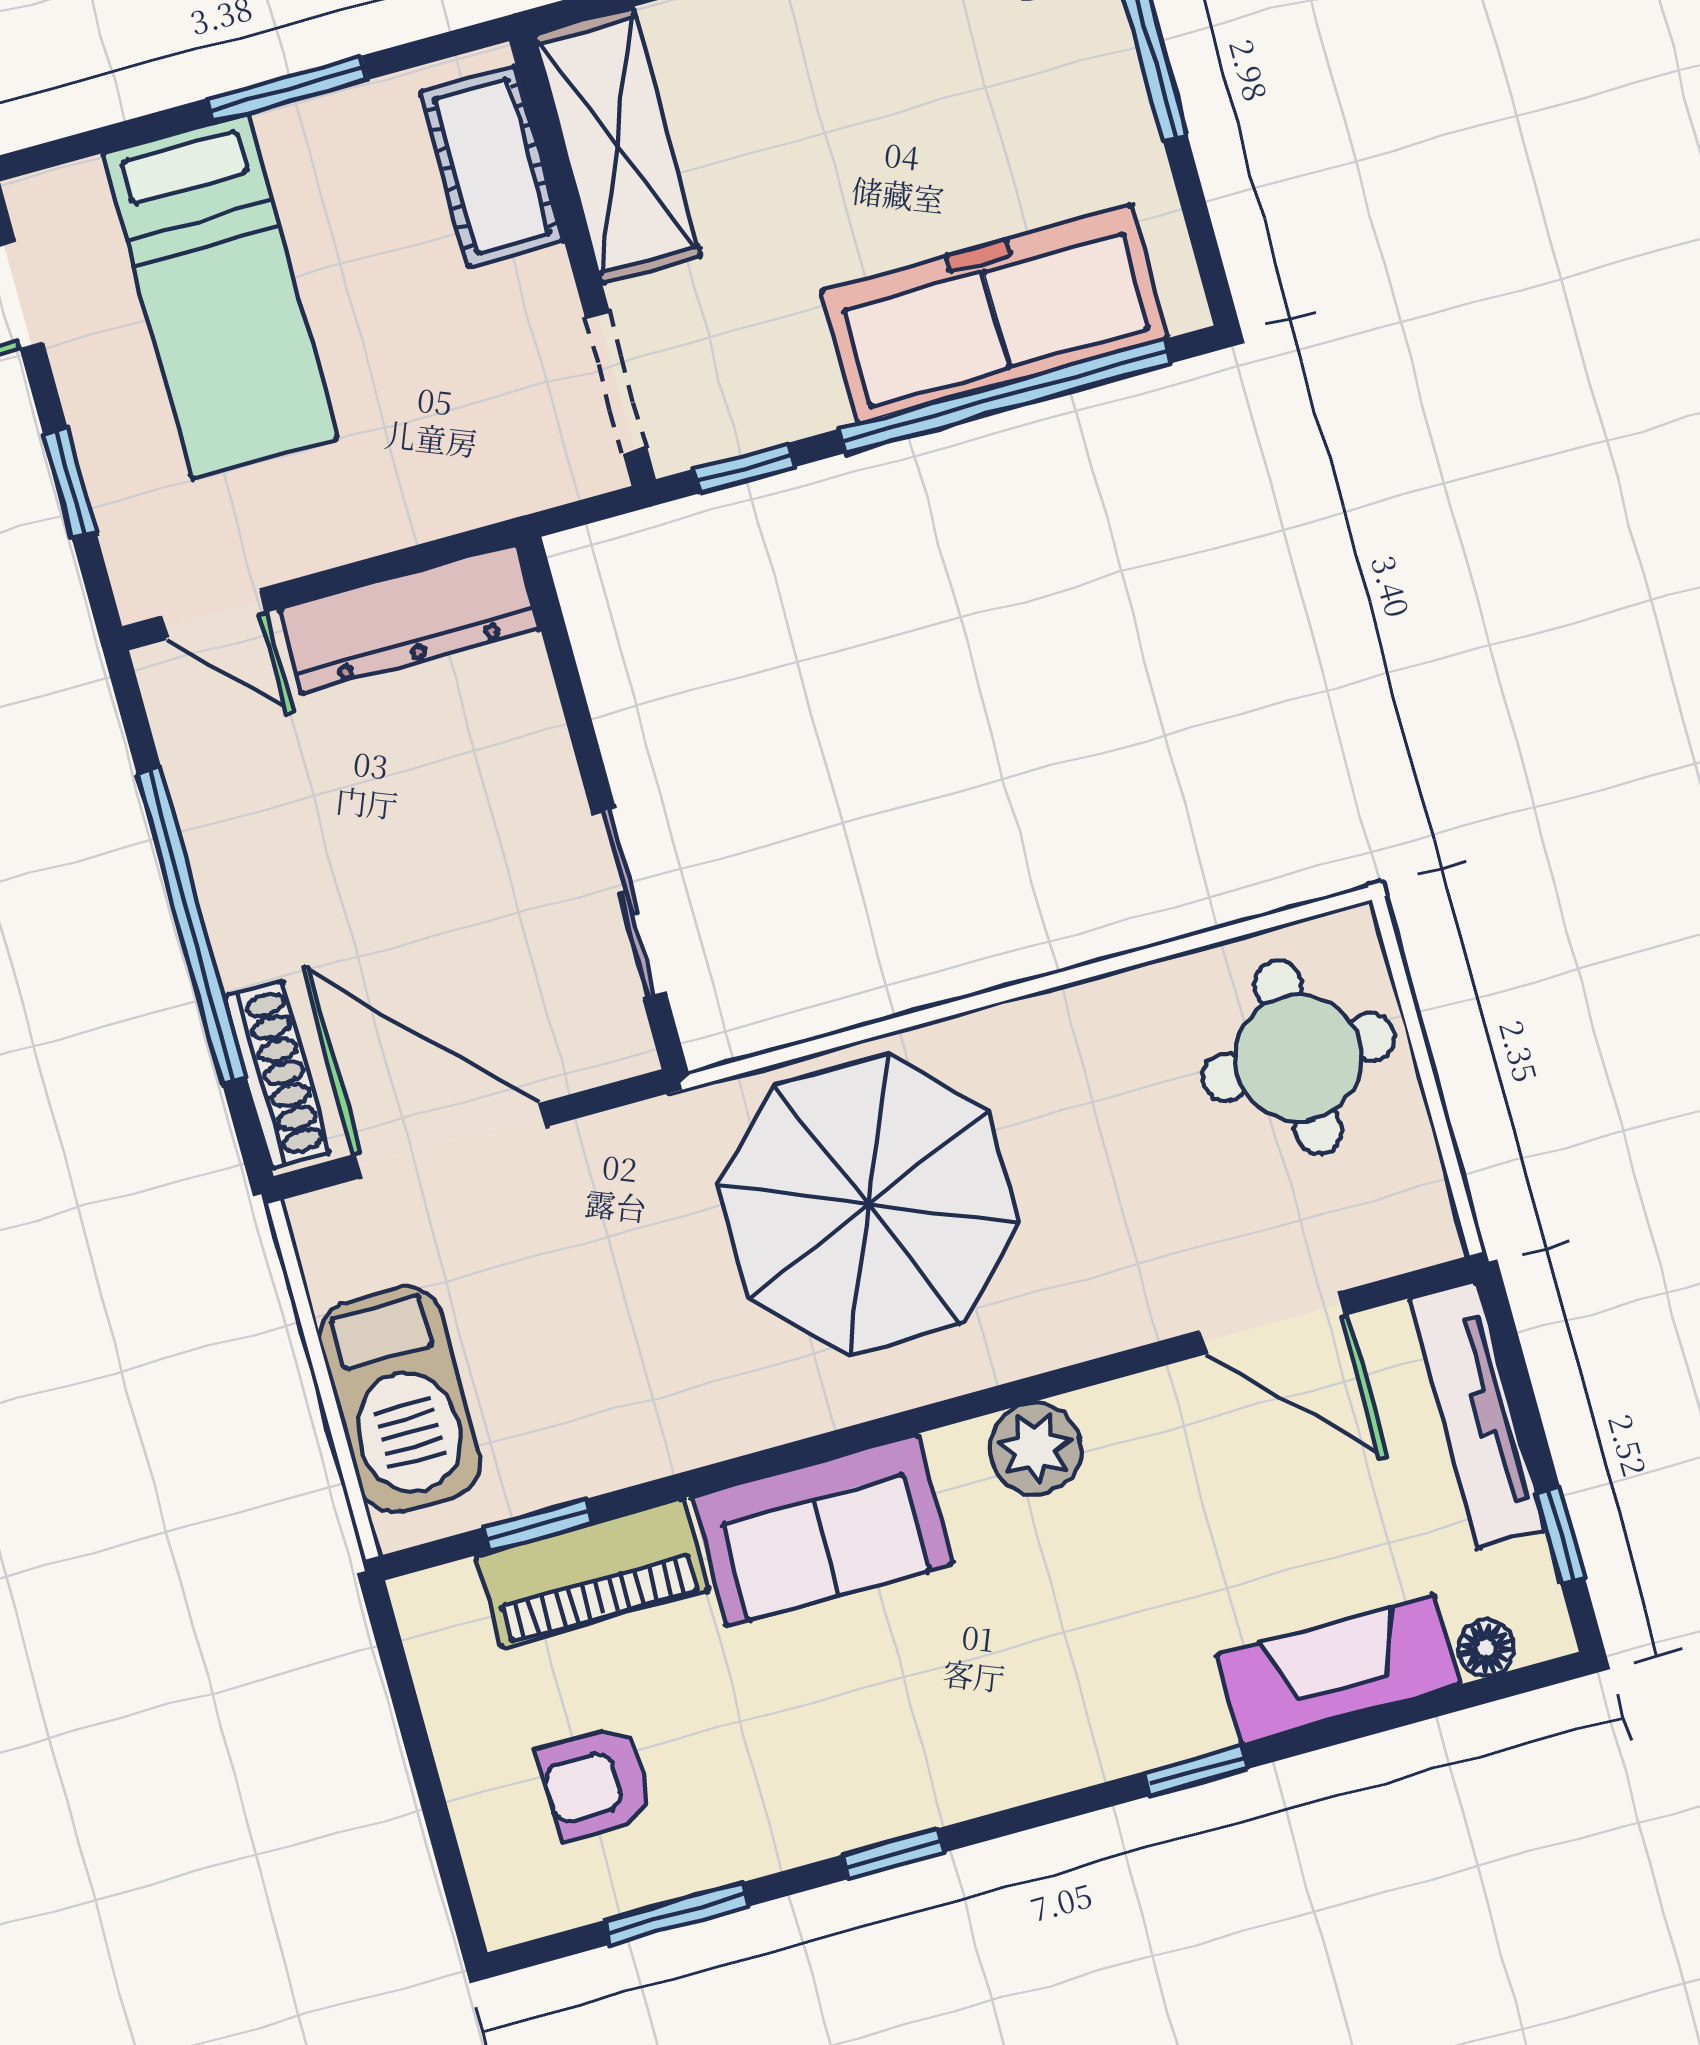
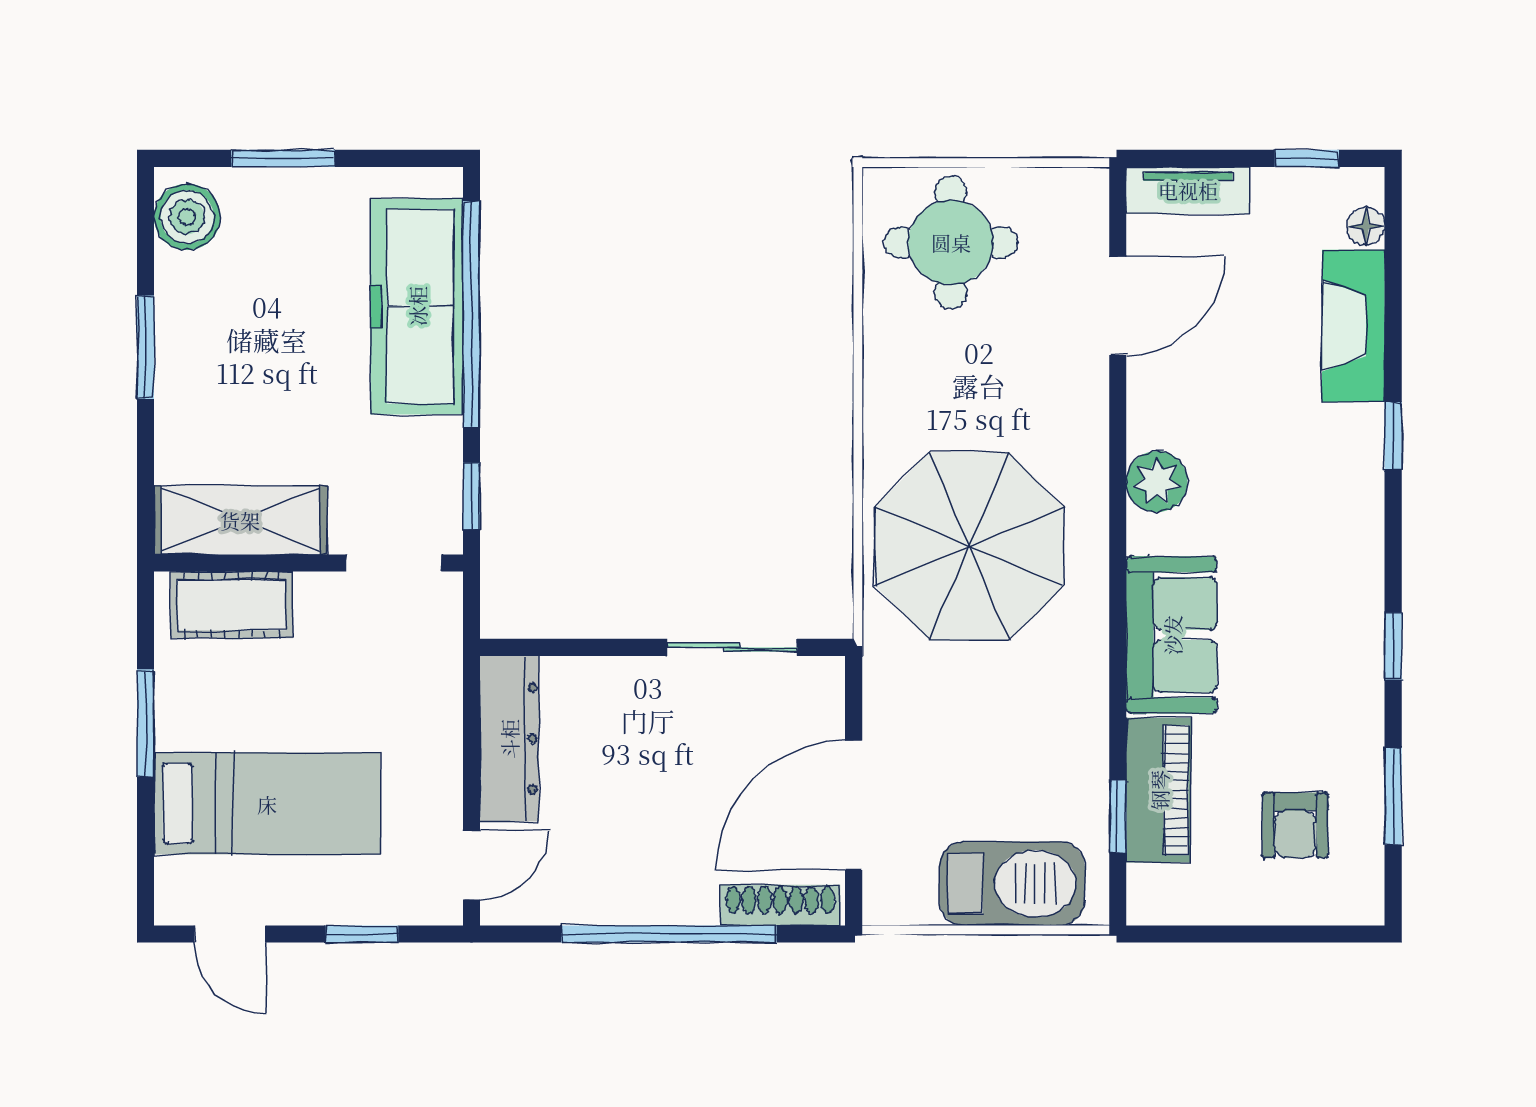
tv unit: (1477, 1414) -> (1188, 190), width x0.71

